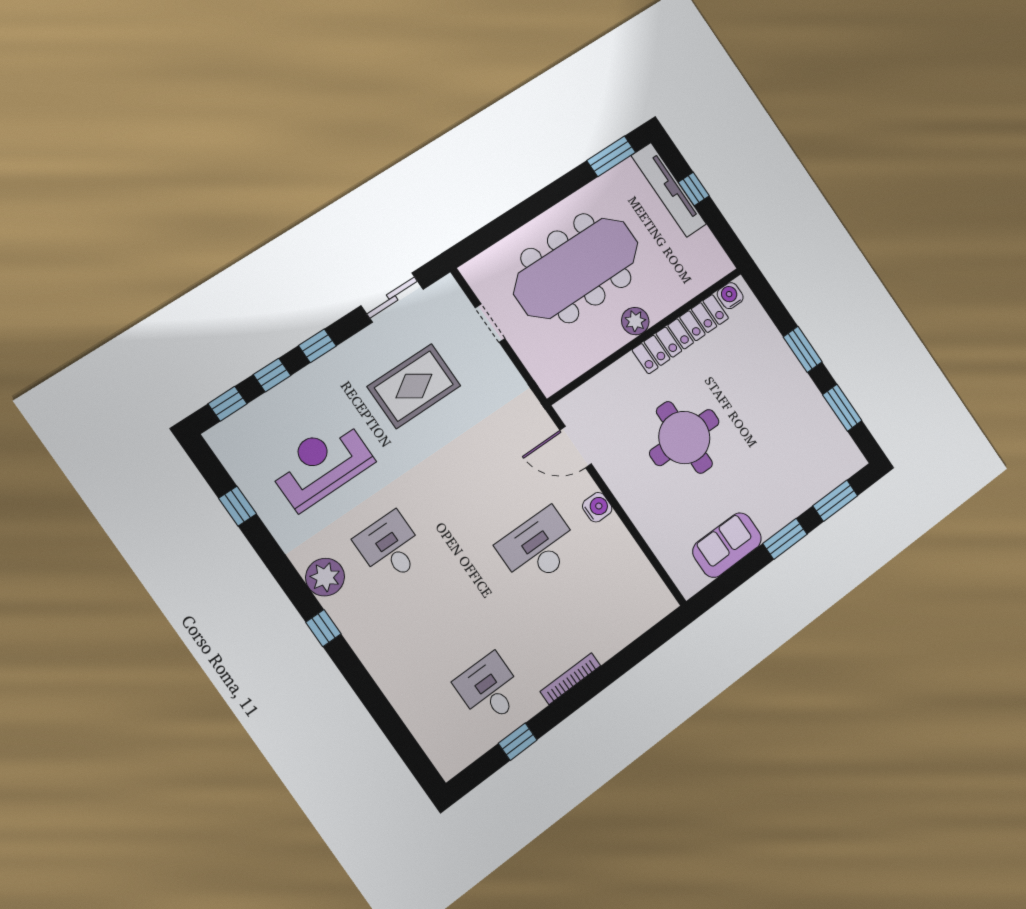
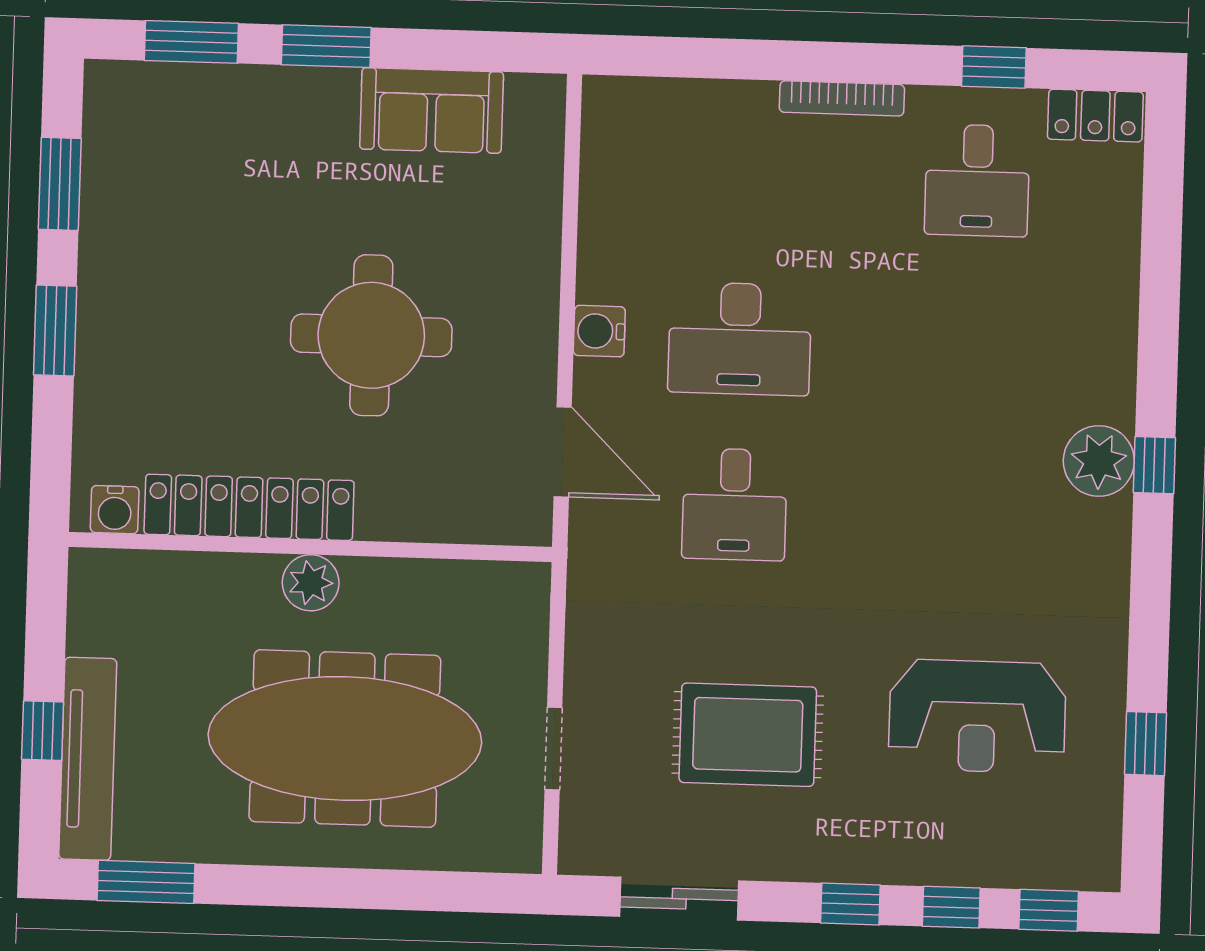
desk: (390, 547) -> (735, 504), moved
plant: (325, 577) -> (1099, 461), moved
locker: (460, 756) -> (1095, 116), added

